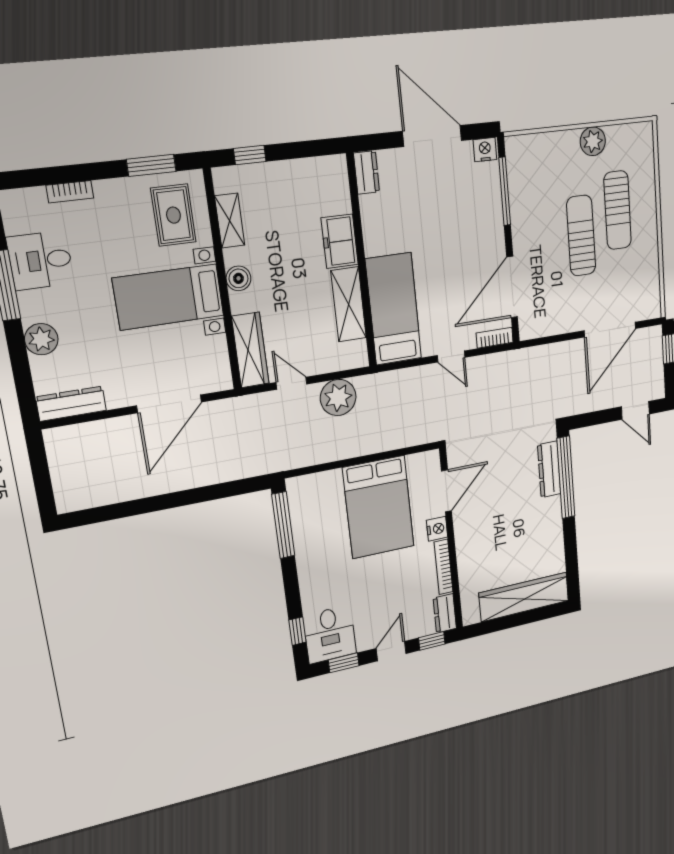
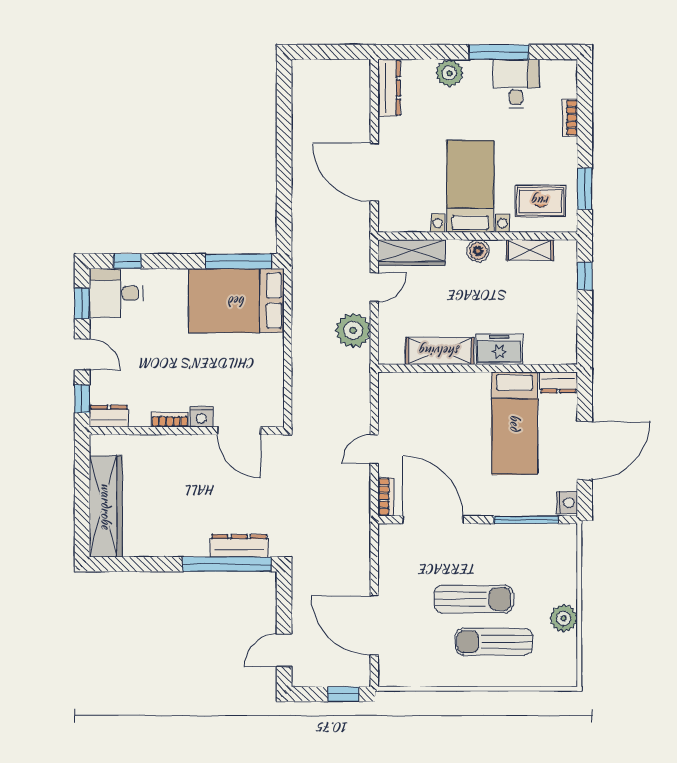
bed: (394, 309) -> (515, 423), moved, turned 90
bed: (378, 507) -> (237, 301), moved
bookcase: (444, 567) -> (170, 420), width x0.64

